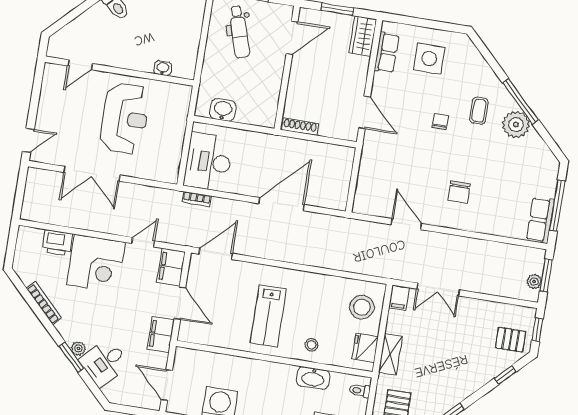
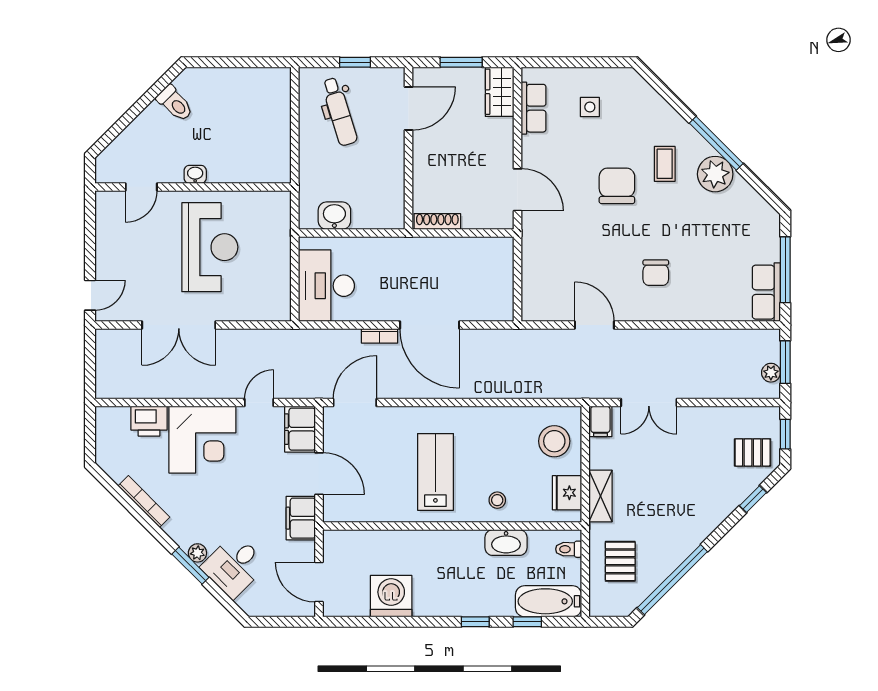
side table: (429, 59) -> (590, 107), width x0.54, depth x0.54
washbasin: (163, 68) -> (195, 174), moved
chair: (440, 121) -> (617, 186), width x1.87, depth x1.87
bookcase: (197, 199) -> (380, 336), moved
door: (282, 204) -> (430, 325), swing flipped
lab bench: (268, 316) -> (435, 472), turned 180

